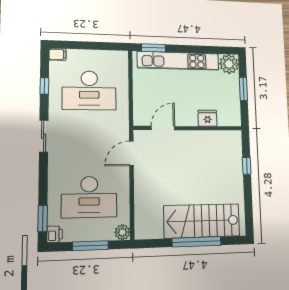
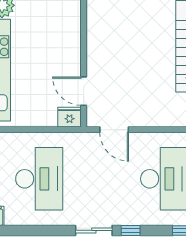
window: (44, 86) -> (131, 230), moved
fridge: (207, 118) -> (70, 117), moved, turned 90

